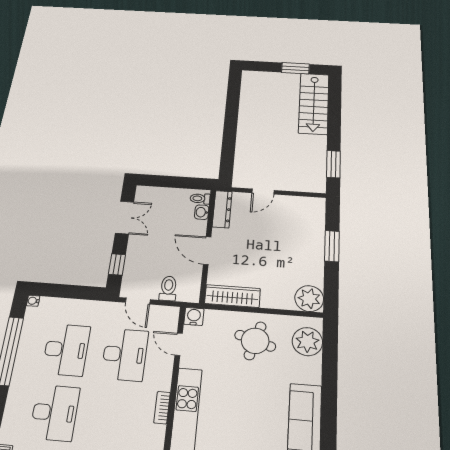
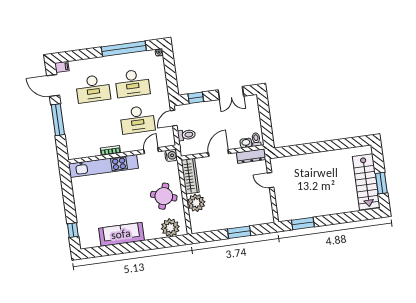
stairs: (314, 103) -> (366, 182), moved, turned -90
plant: (309, 299) -> (196, 203), moved

